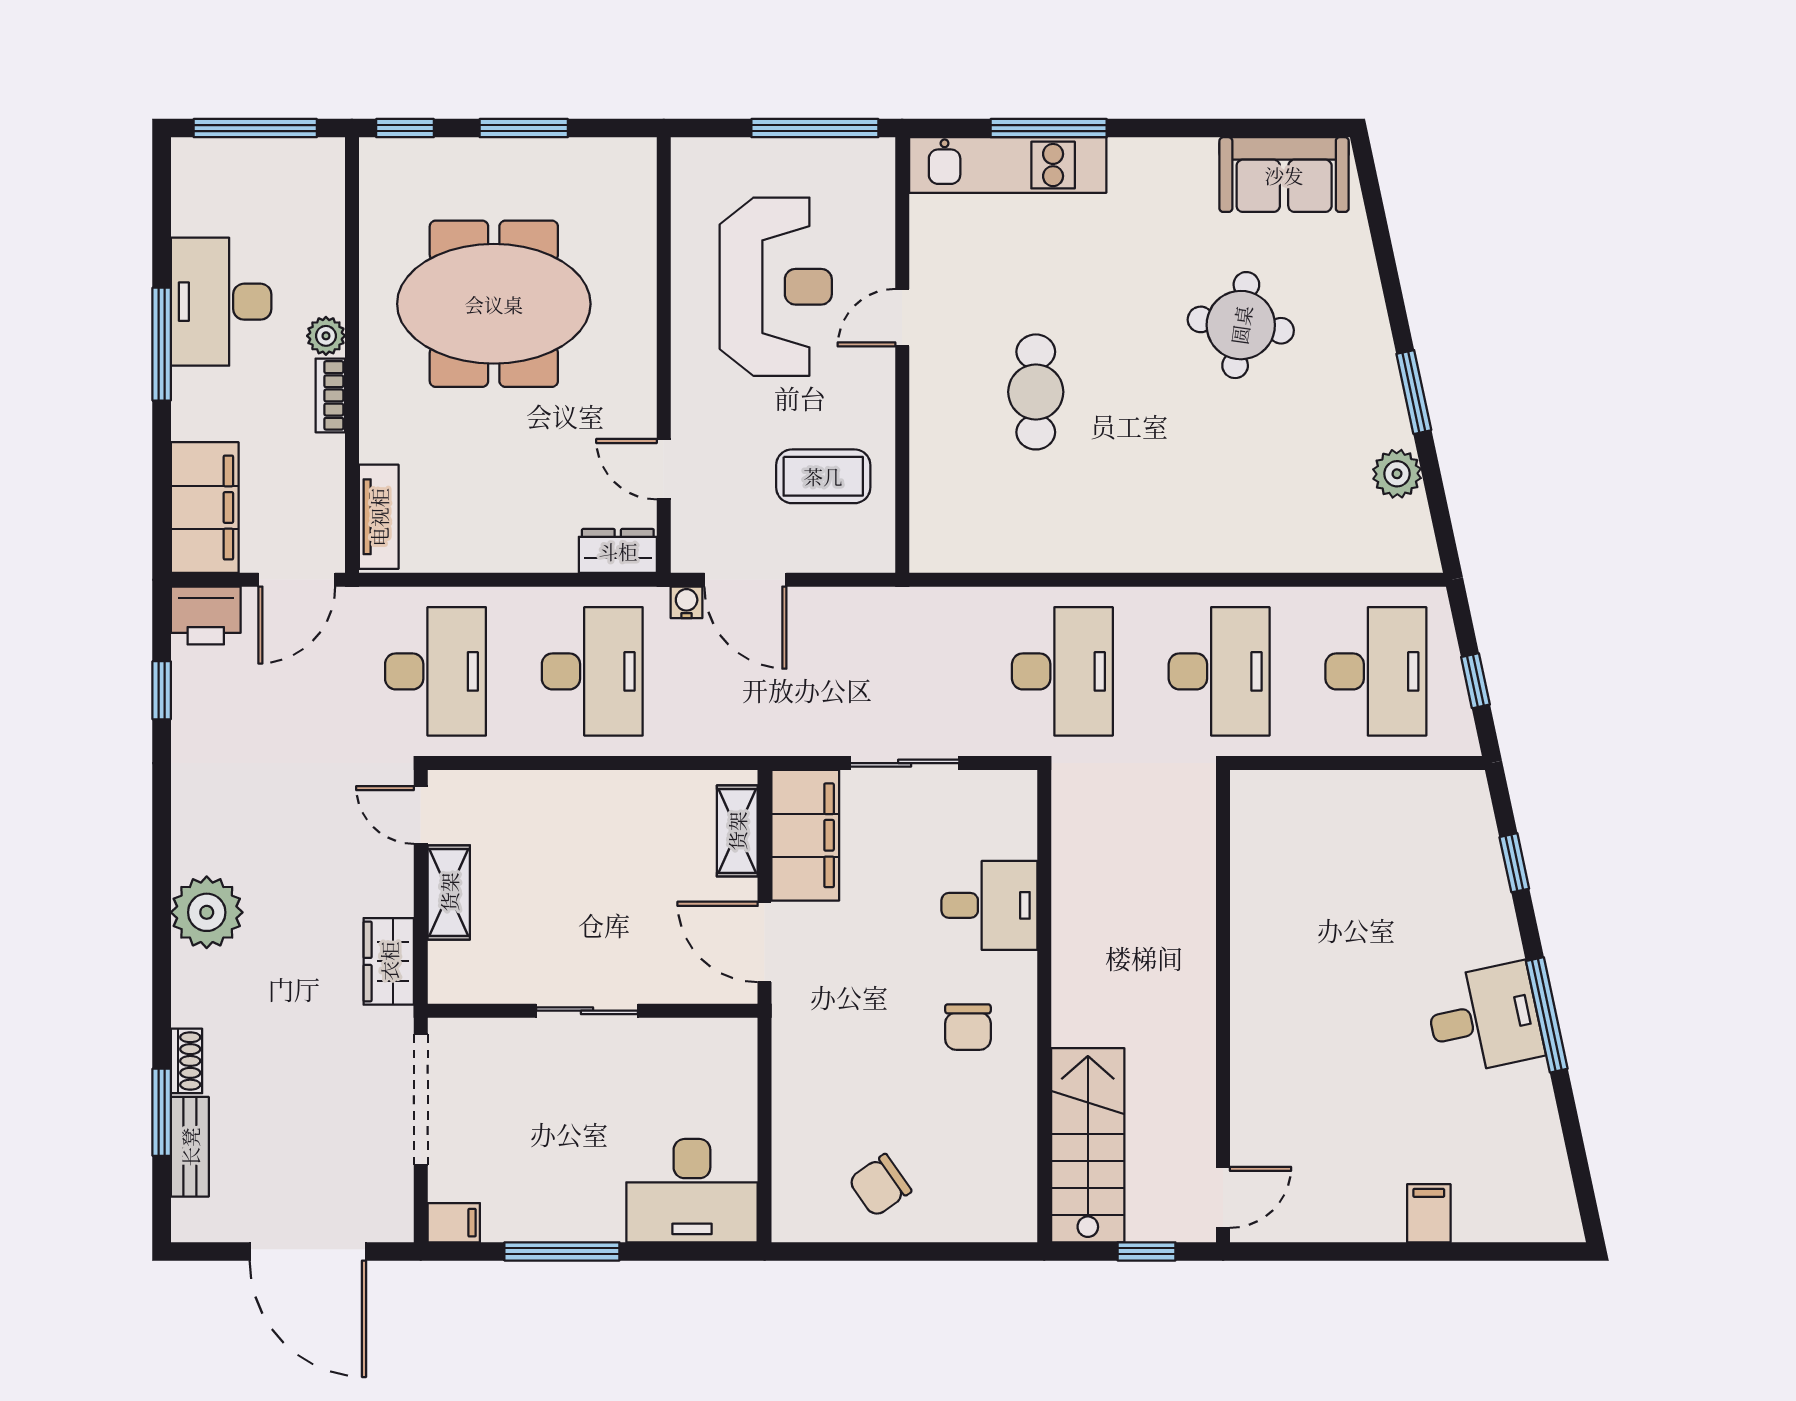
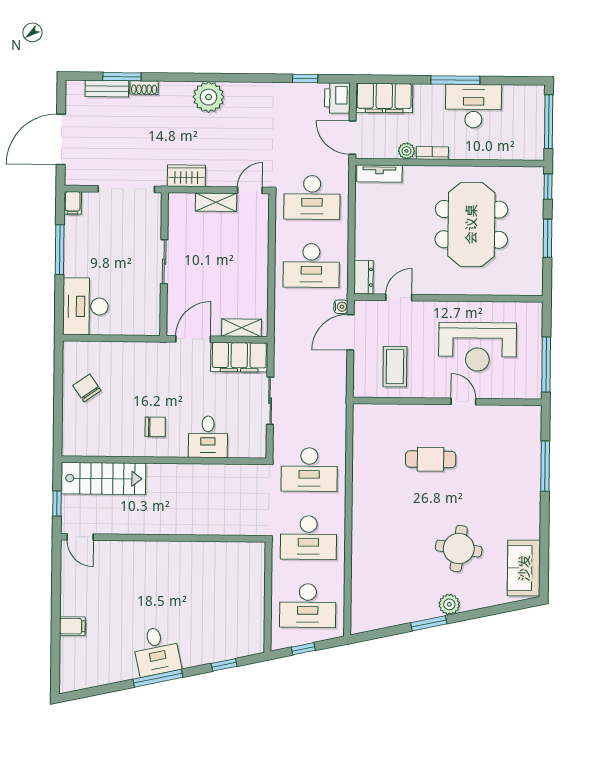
kitchen unit: (1008, 165) -> (529, 448), removed
plant: (326, 336) -> (406, 151), moved
plant: (1397, 474) -> (449, 604), moved
chair: (968, 1027) -> (155, 427), turned 180

